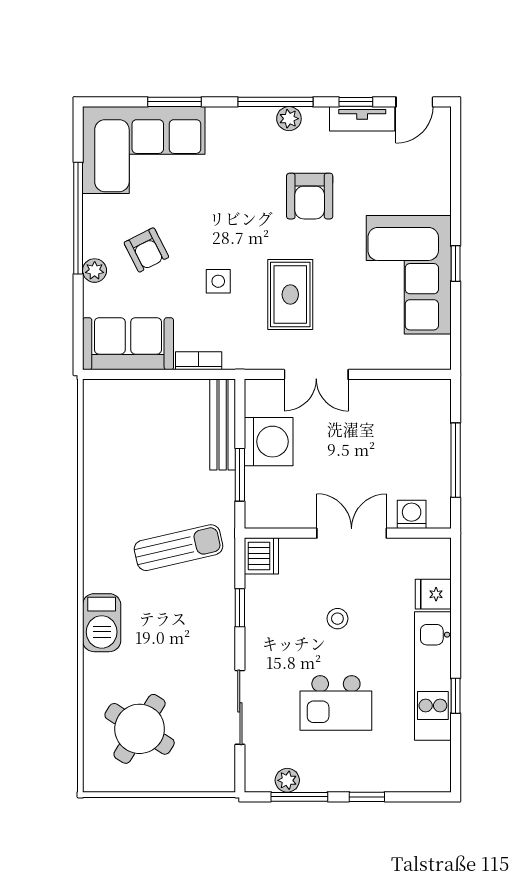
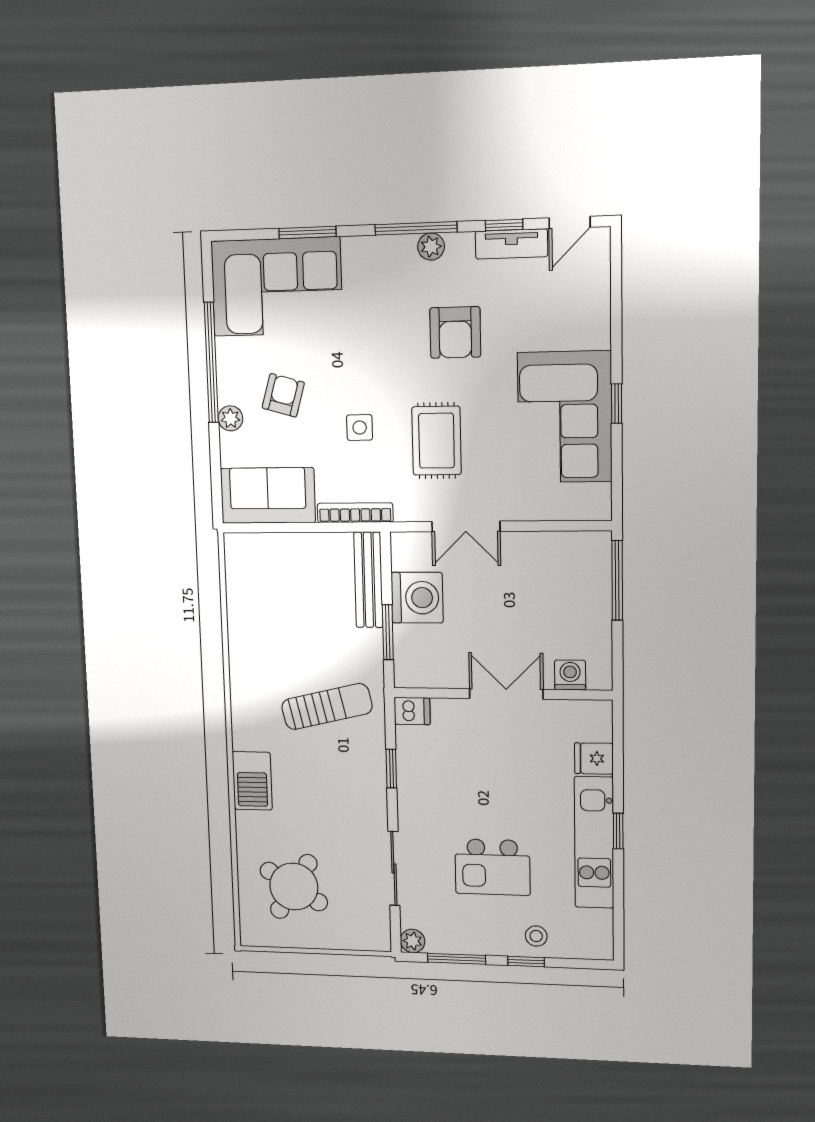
armchair: (146, 250) -> (283, 395), turned -137
bookcase: (199, 361) -> (355, 513), width x1.56
window: (456, 460) -> (617, 580), moved
dishwasher: (261, 556) -> (412, 711), width x0.73
stool: (337, 619) -> (536, 936), moved
window: (456, 696) -> (618, 831), moved
plant: (287, 780) -> (413, 941), moved

